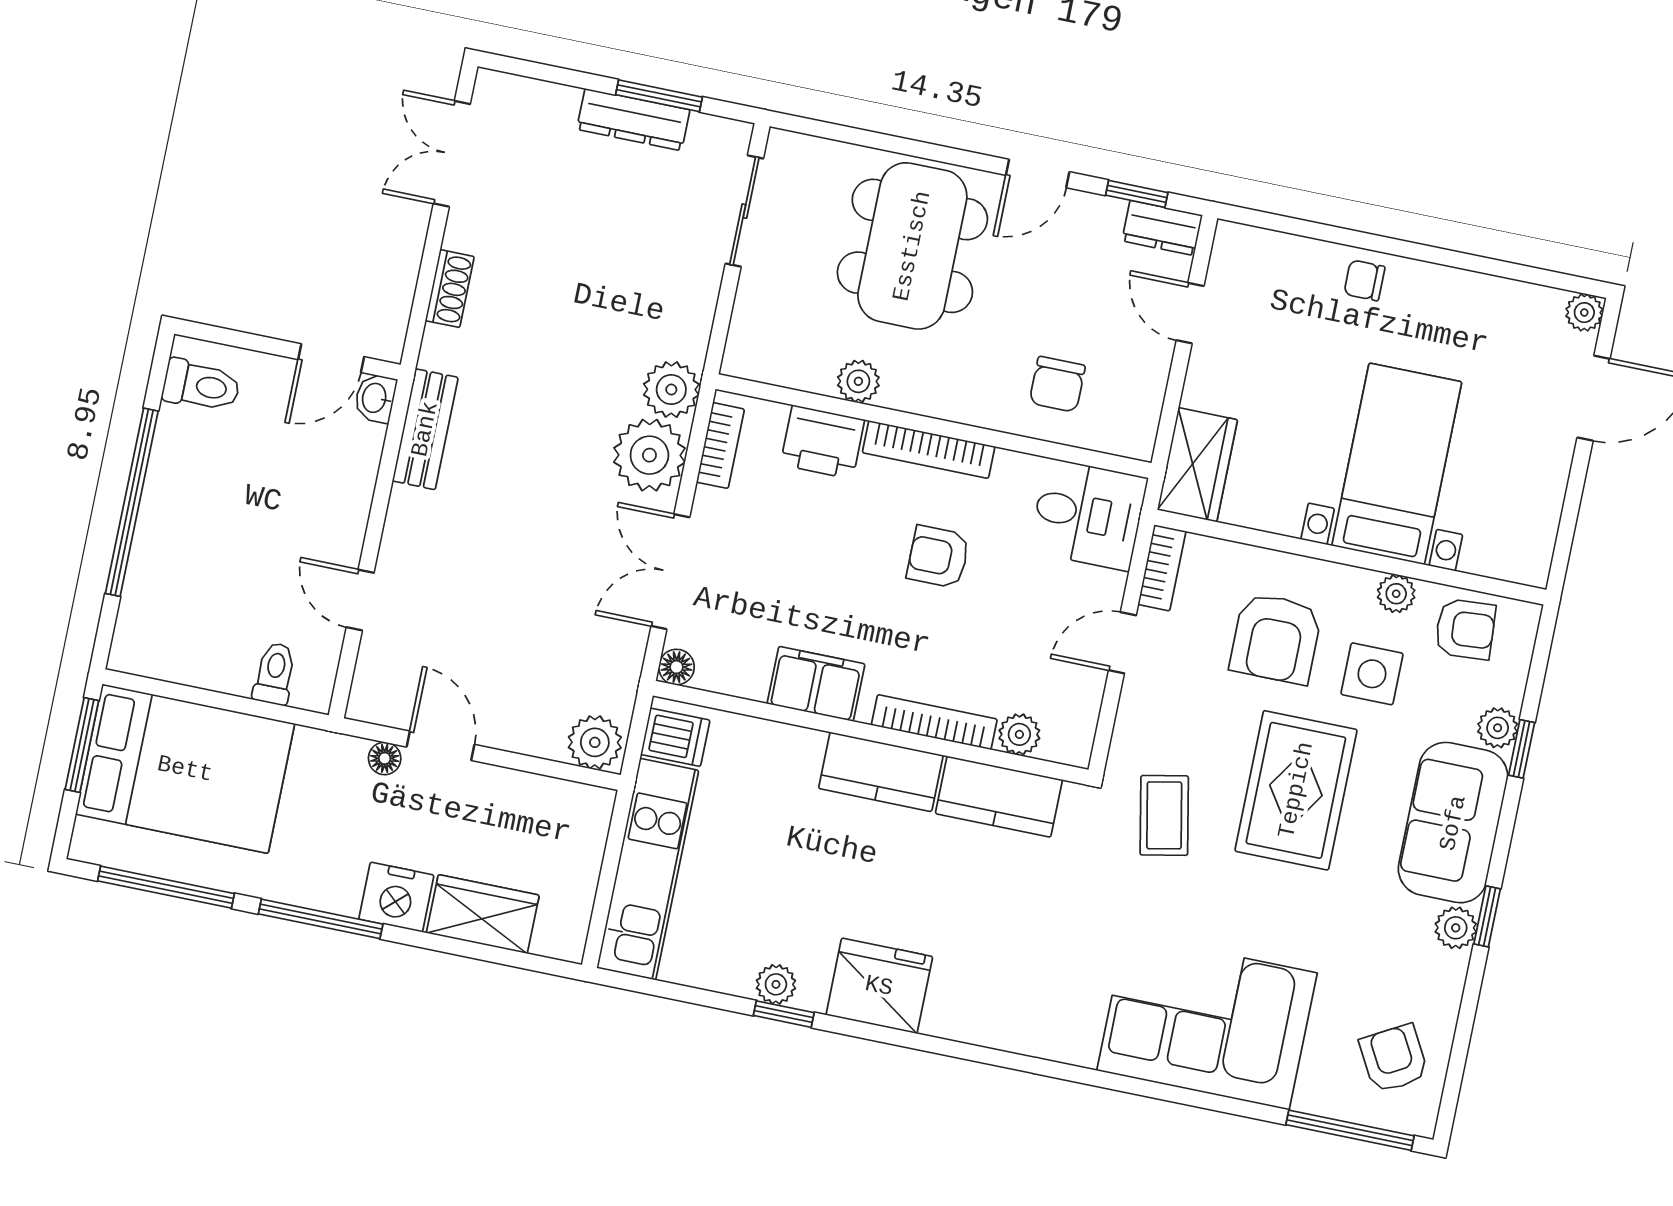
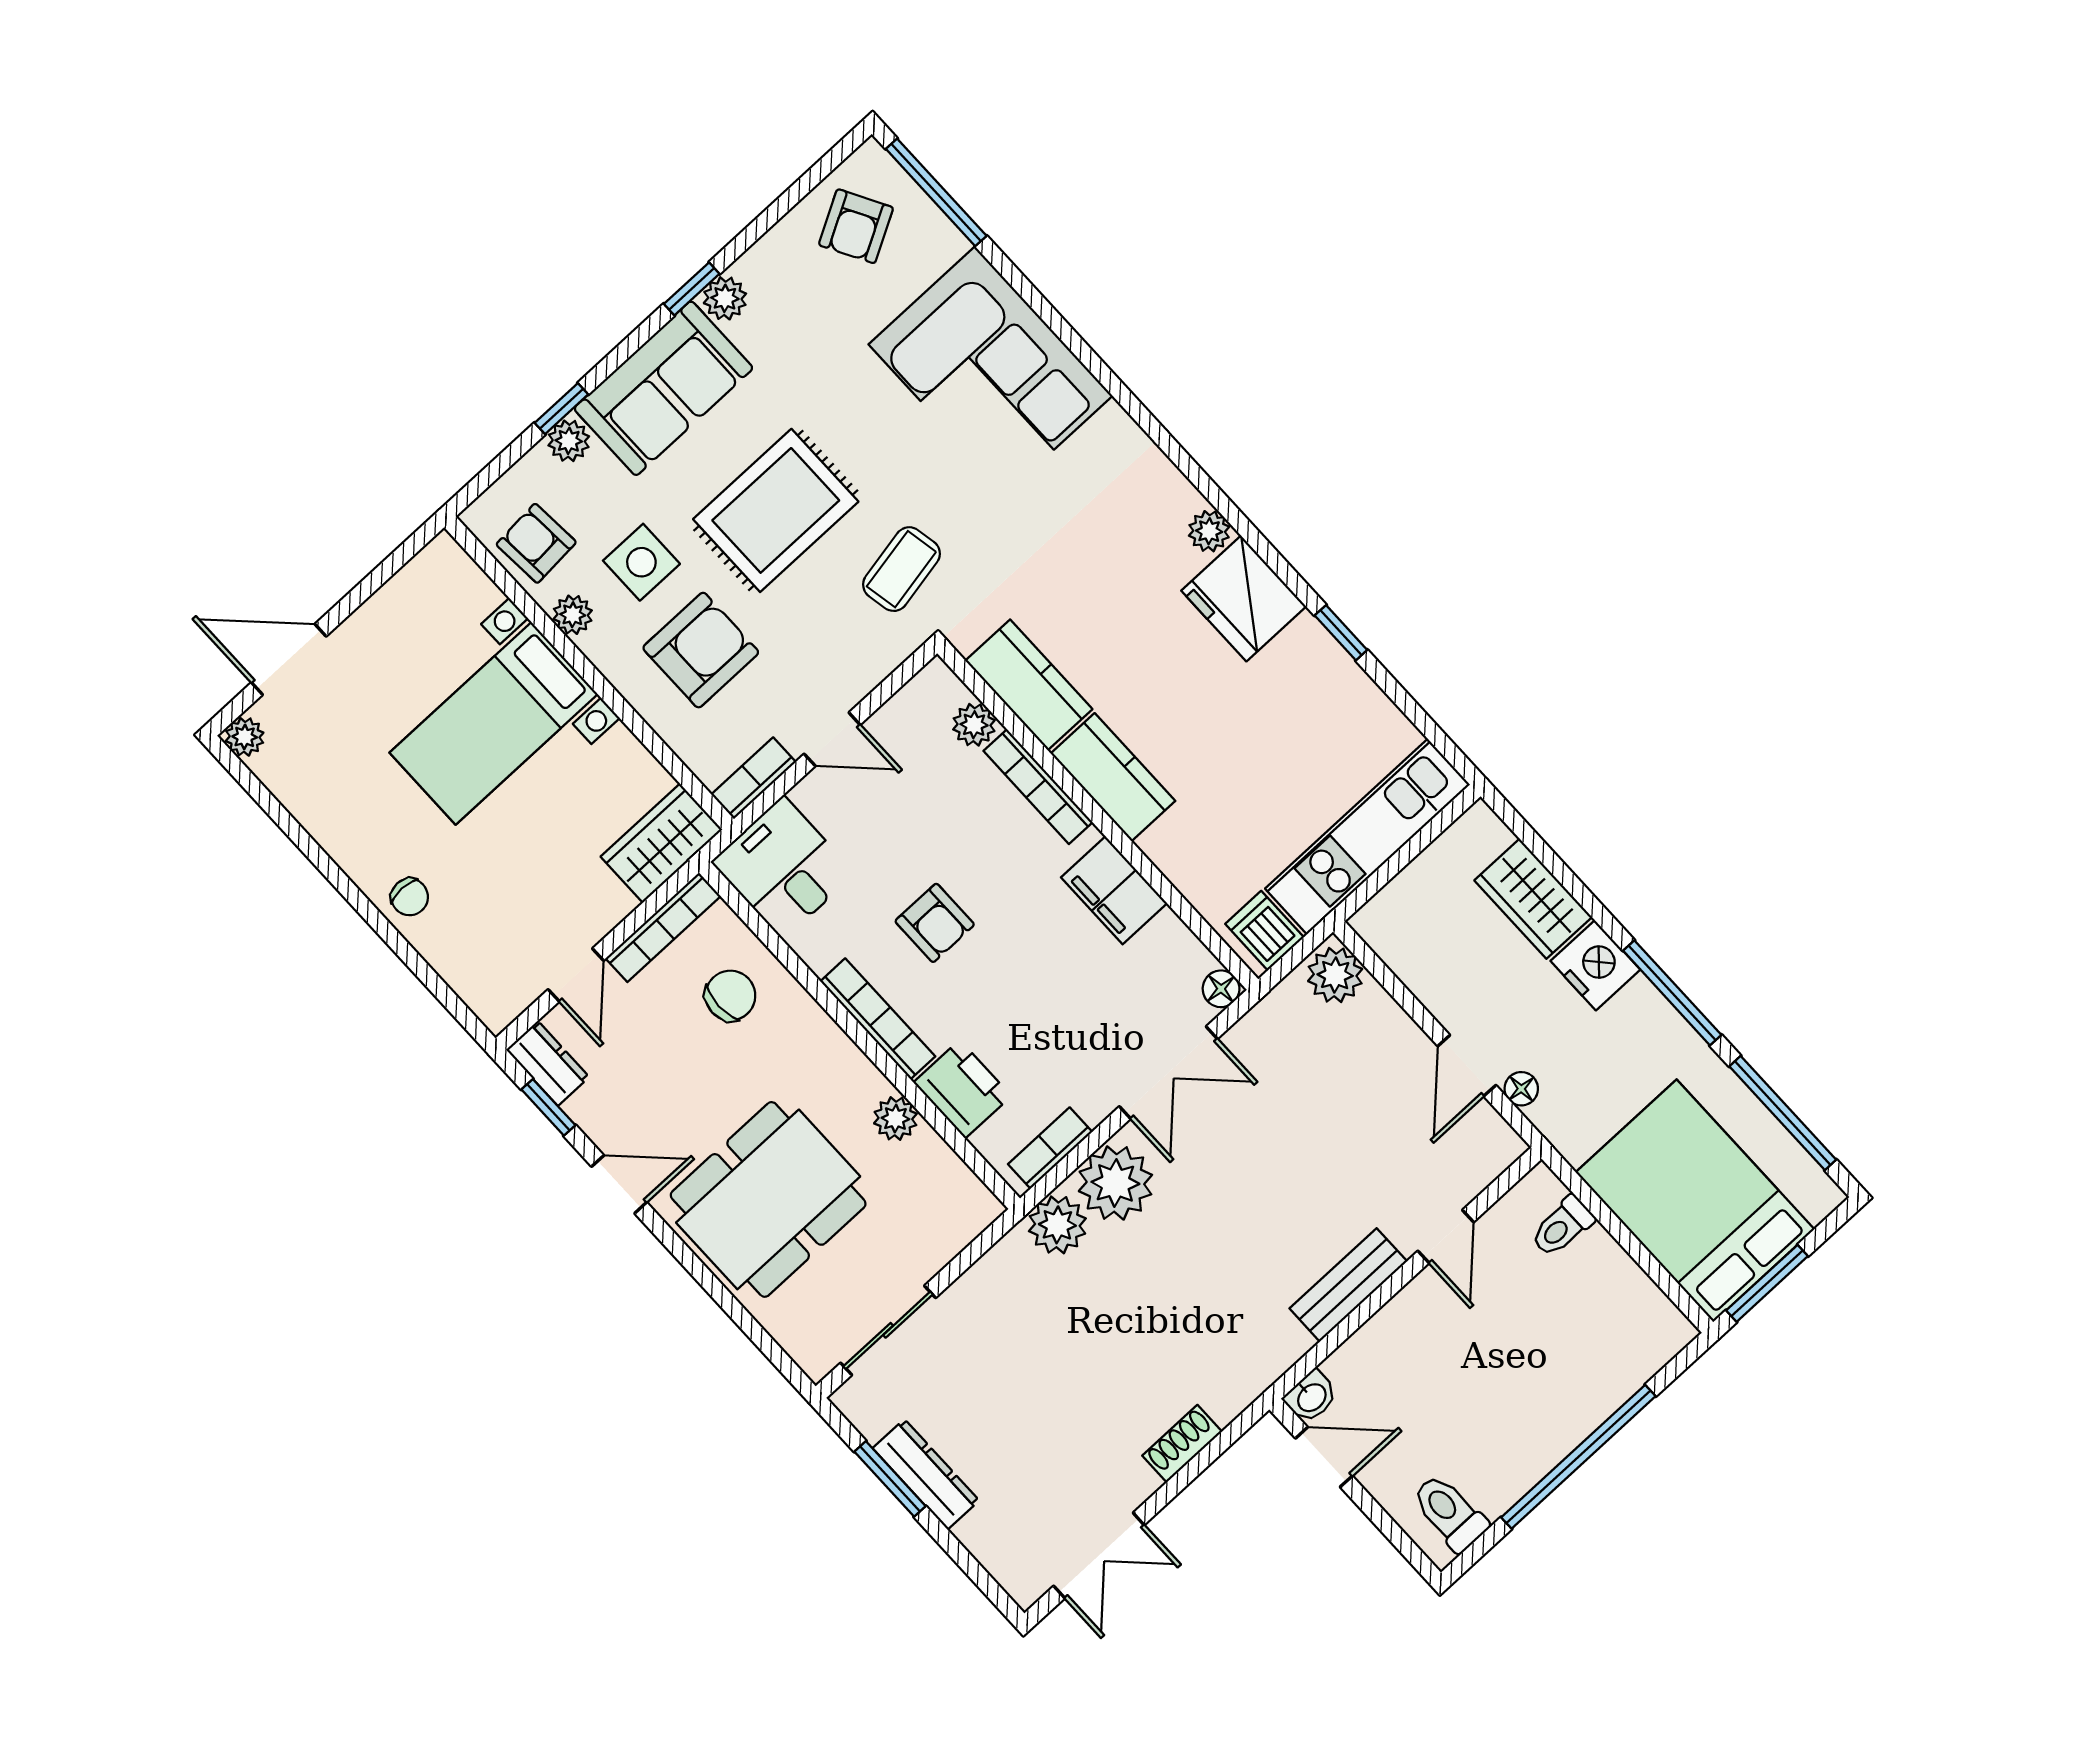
bookcase: (1149, 400) -> (663, 927), added
bench: (425, 429) -> (1348, 1285), moved
plant: (776, 984) -> (1209, 531), moved

